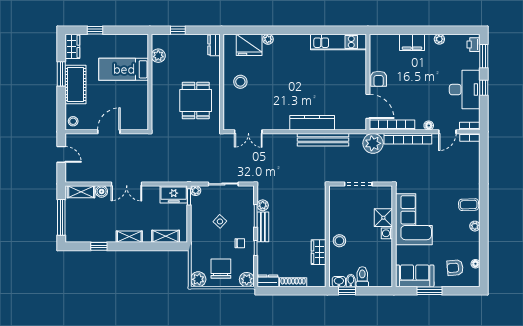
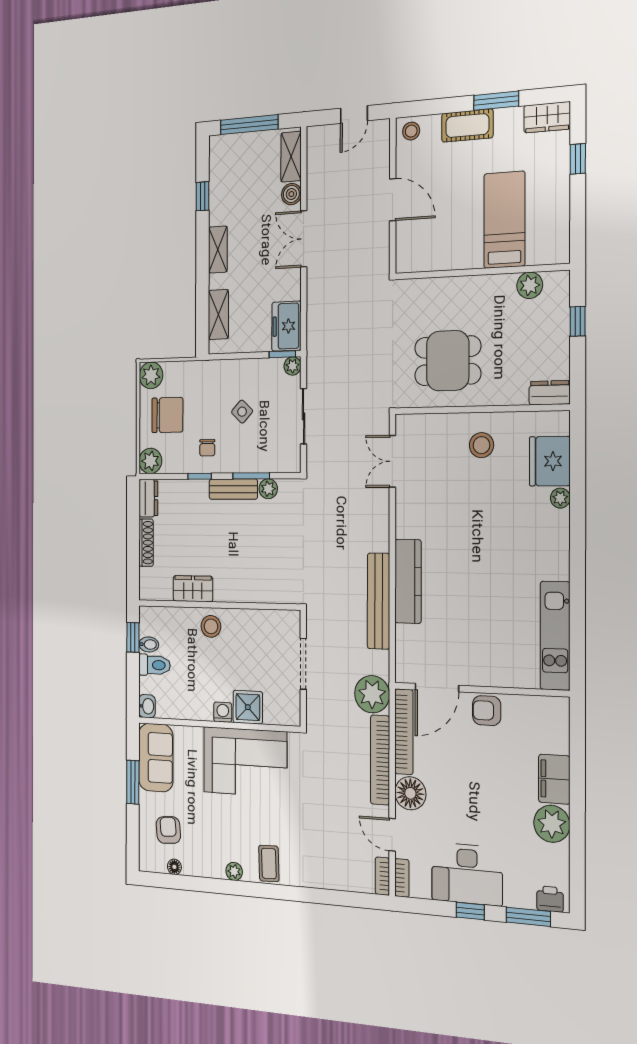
plant: (439, 39) -> (552, 824), width x1.88, depth x1.88
cot: (76, 85) -> (467, 126), width x0.73, depth x0.75
floor lamp: (429, 126) -> (410, 793), width x1.89, depth x1.89
washbasin: (339, 282) -> (147, 706), moved

